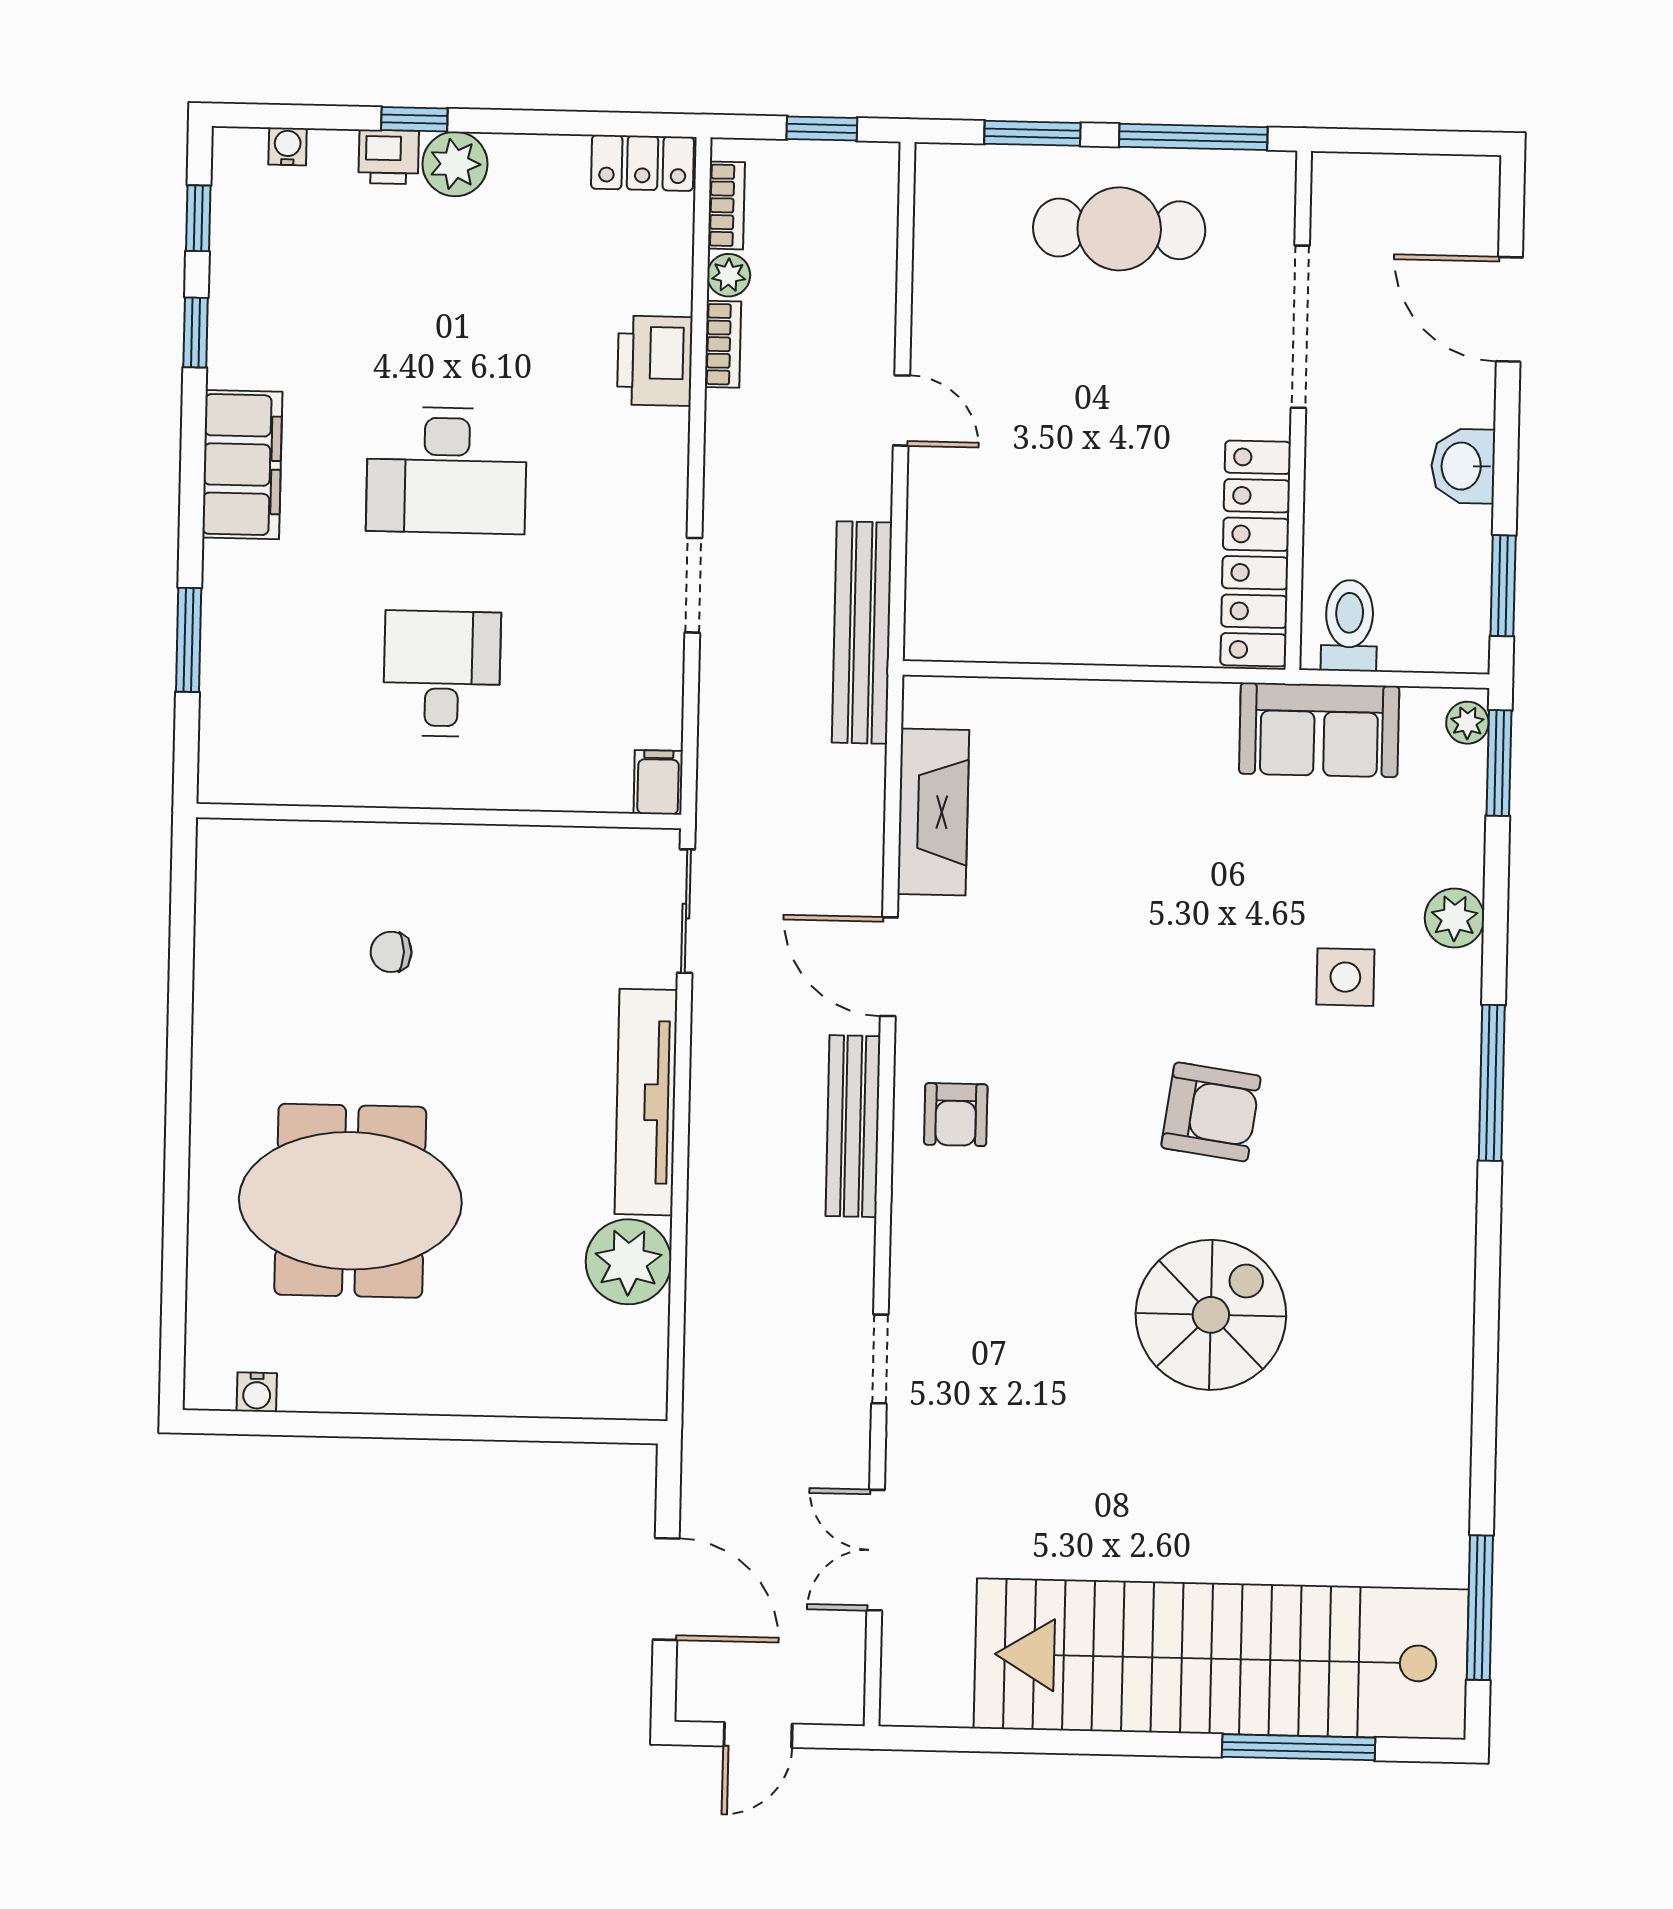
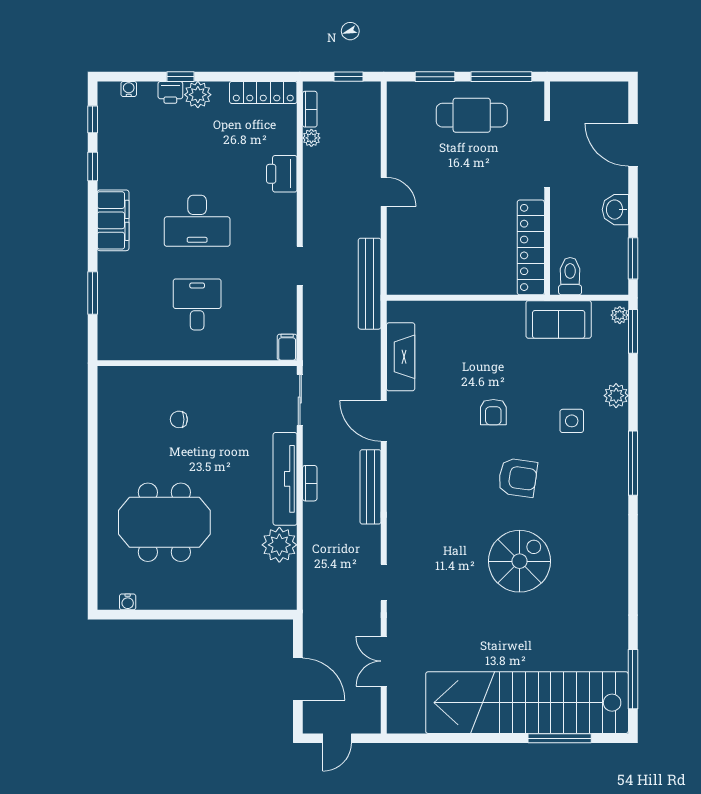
locker: (643, 163) -> (263, 92), width x1.53
bookcase: (723, 344) -> (310, 483), moved
armchair: (956, 1115) -> (493, 412), moved

